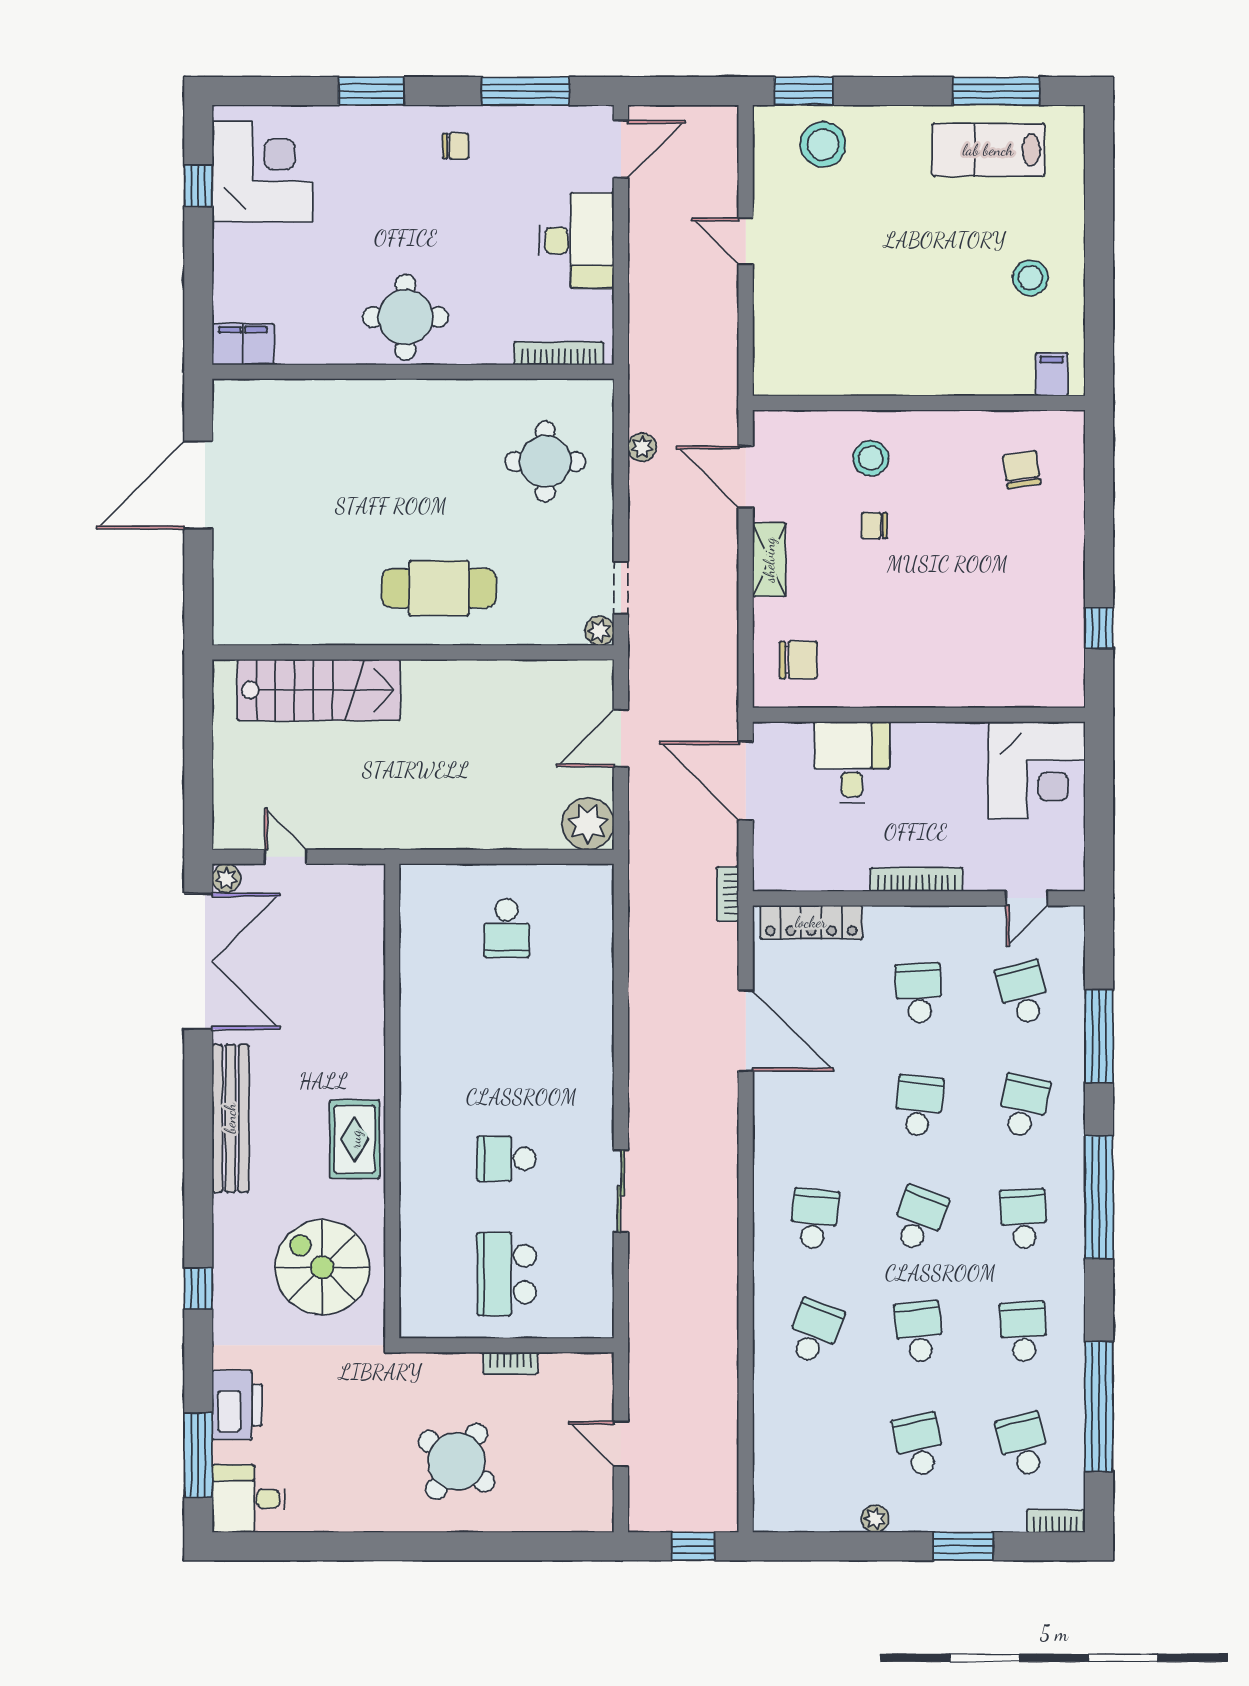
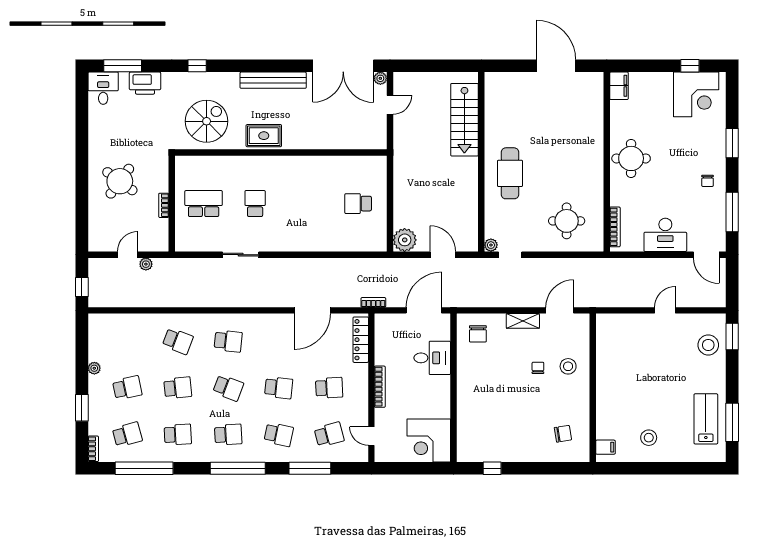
plant: (642, 447) -> (146, 264), moved

